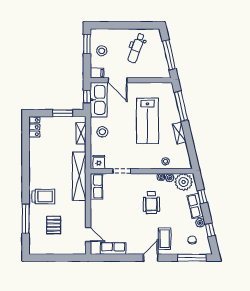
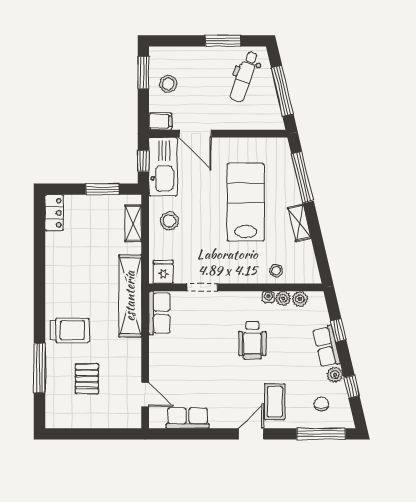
window: (134, 25) -> (223, 41), added
dental chair: (136, 48) -> (244, 77), moved
lab bench: (148, 121) -> (246, 202), turned 180
plant: (184, 182) -> (300, 299), width x0.53, depth x0.53

